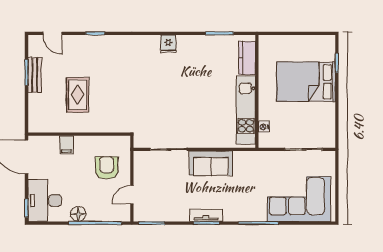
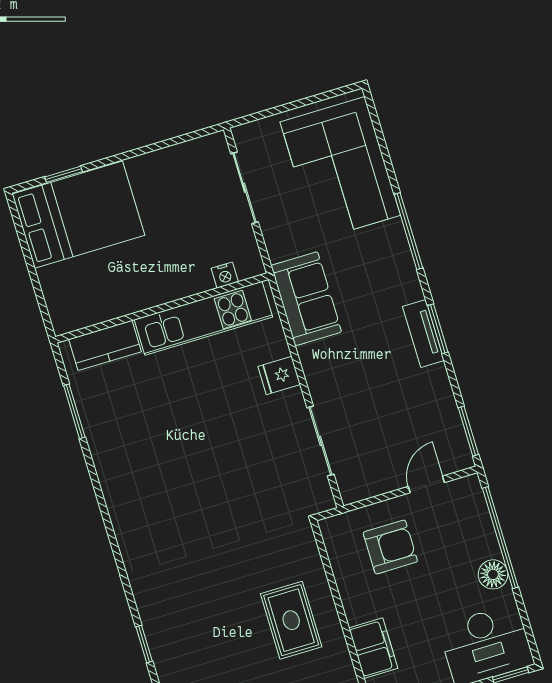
fridge: (168, 44) -> (279, 375), moved, turned 180
bed: (306, 82) -> (78, 215), moved, turned -90
rug: (78, 95) -> (291, 620), moved, turned 90
filing cabinet: (66, 145) -> (373, 648), width x2.00
sofa: (211, 163) -> (306, 299), moved
armchair: (107, 168) -> (390, 547), turned 180
door: (132, 195) -> (426, 484), swing flipped

